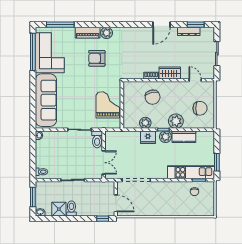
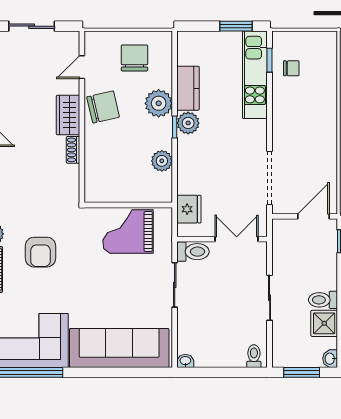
chair: (153, 97) -> (103, 107), moved
fridge: (148, 137) -> (189, 209), moved

